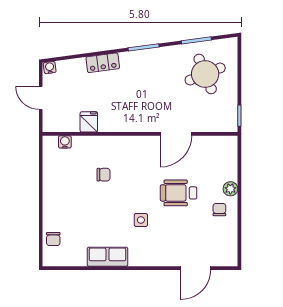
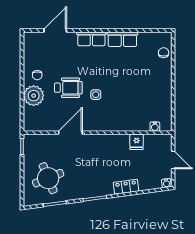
chair: (104, 175) -> (125, 102), removed
plant: (230, 189) -> (34, 96), width x1.88, depth x1.88
side table: (141, 220) -> (96, 95), moved
row of seats: (148, 257) -> (91, 39), added

